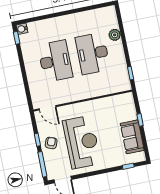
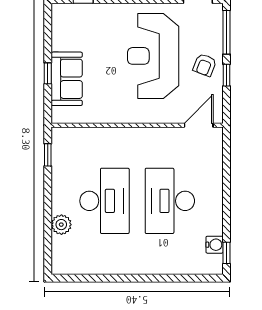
water cooler: (22, 29) -> (215, 245), moved
door: (48, 108) -> (199, 125), hinge flipped
sofa: (132, 137) -> (67, 79), moved

